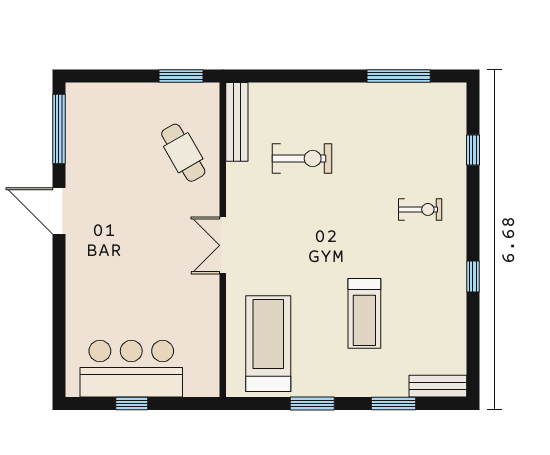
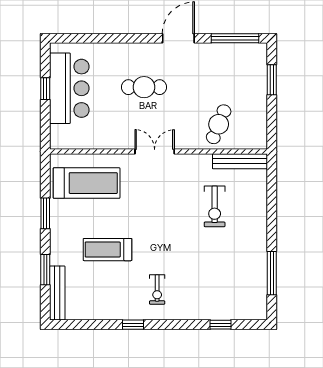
window: (181, 76) -> (272, 80), moved
cafe table: (183, 153) -> (219, 124), turned -38
exercise bike: (420, 209) -> (157, 289), moved
cafe table: (130, 261) -> (144, 87), added
bench: (438, 386) -> (57, 293), width x1.36

